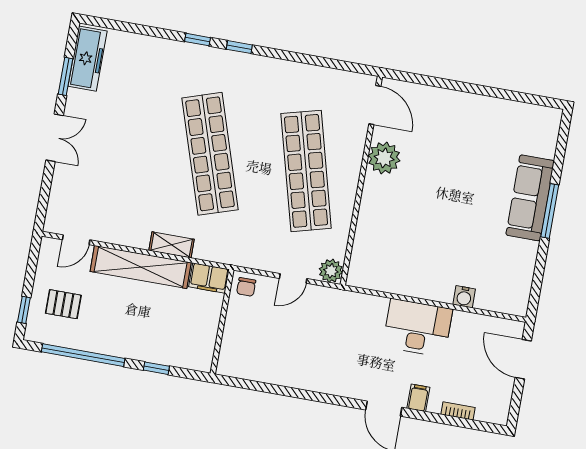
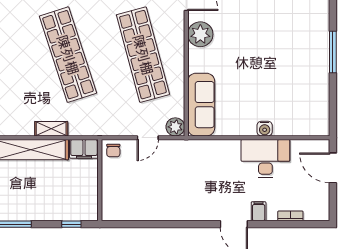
sofa: (530, 198) -> (201, 105), moved, turned 180
water cooler: (464, 297) -> (265, 129), moved
desk: (418, 328) -> (265, 158), moved
window: (156, 368) -> (71, 224), moved

